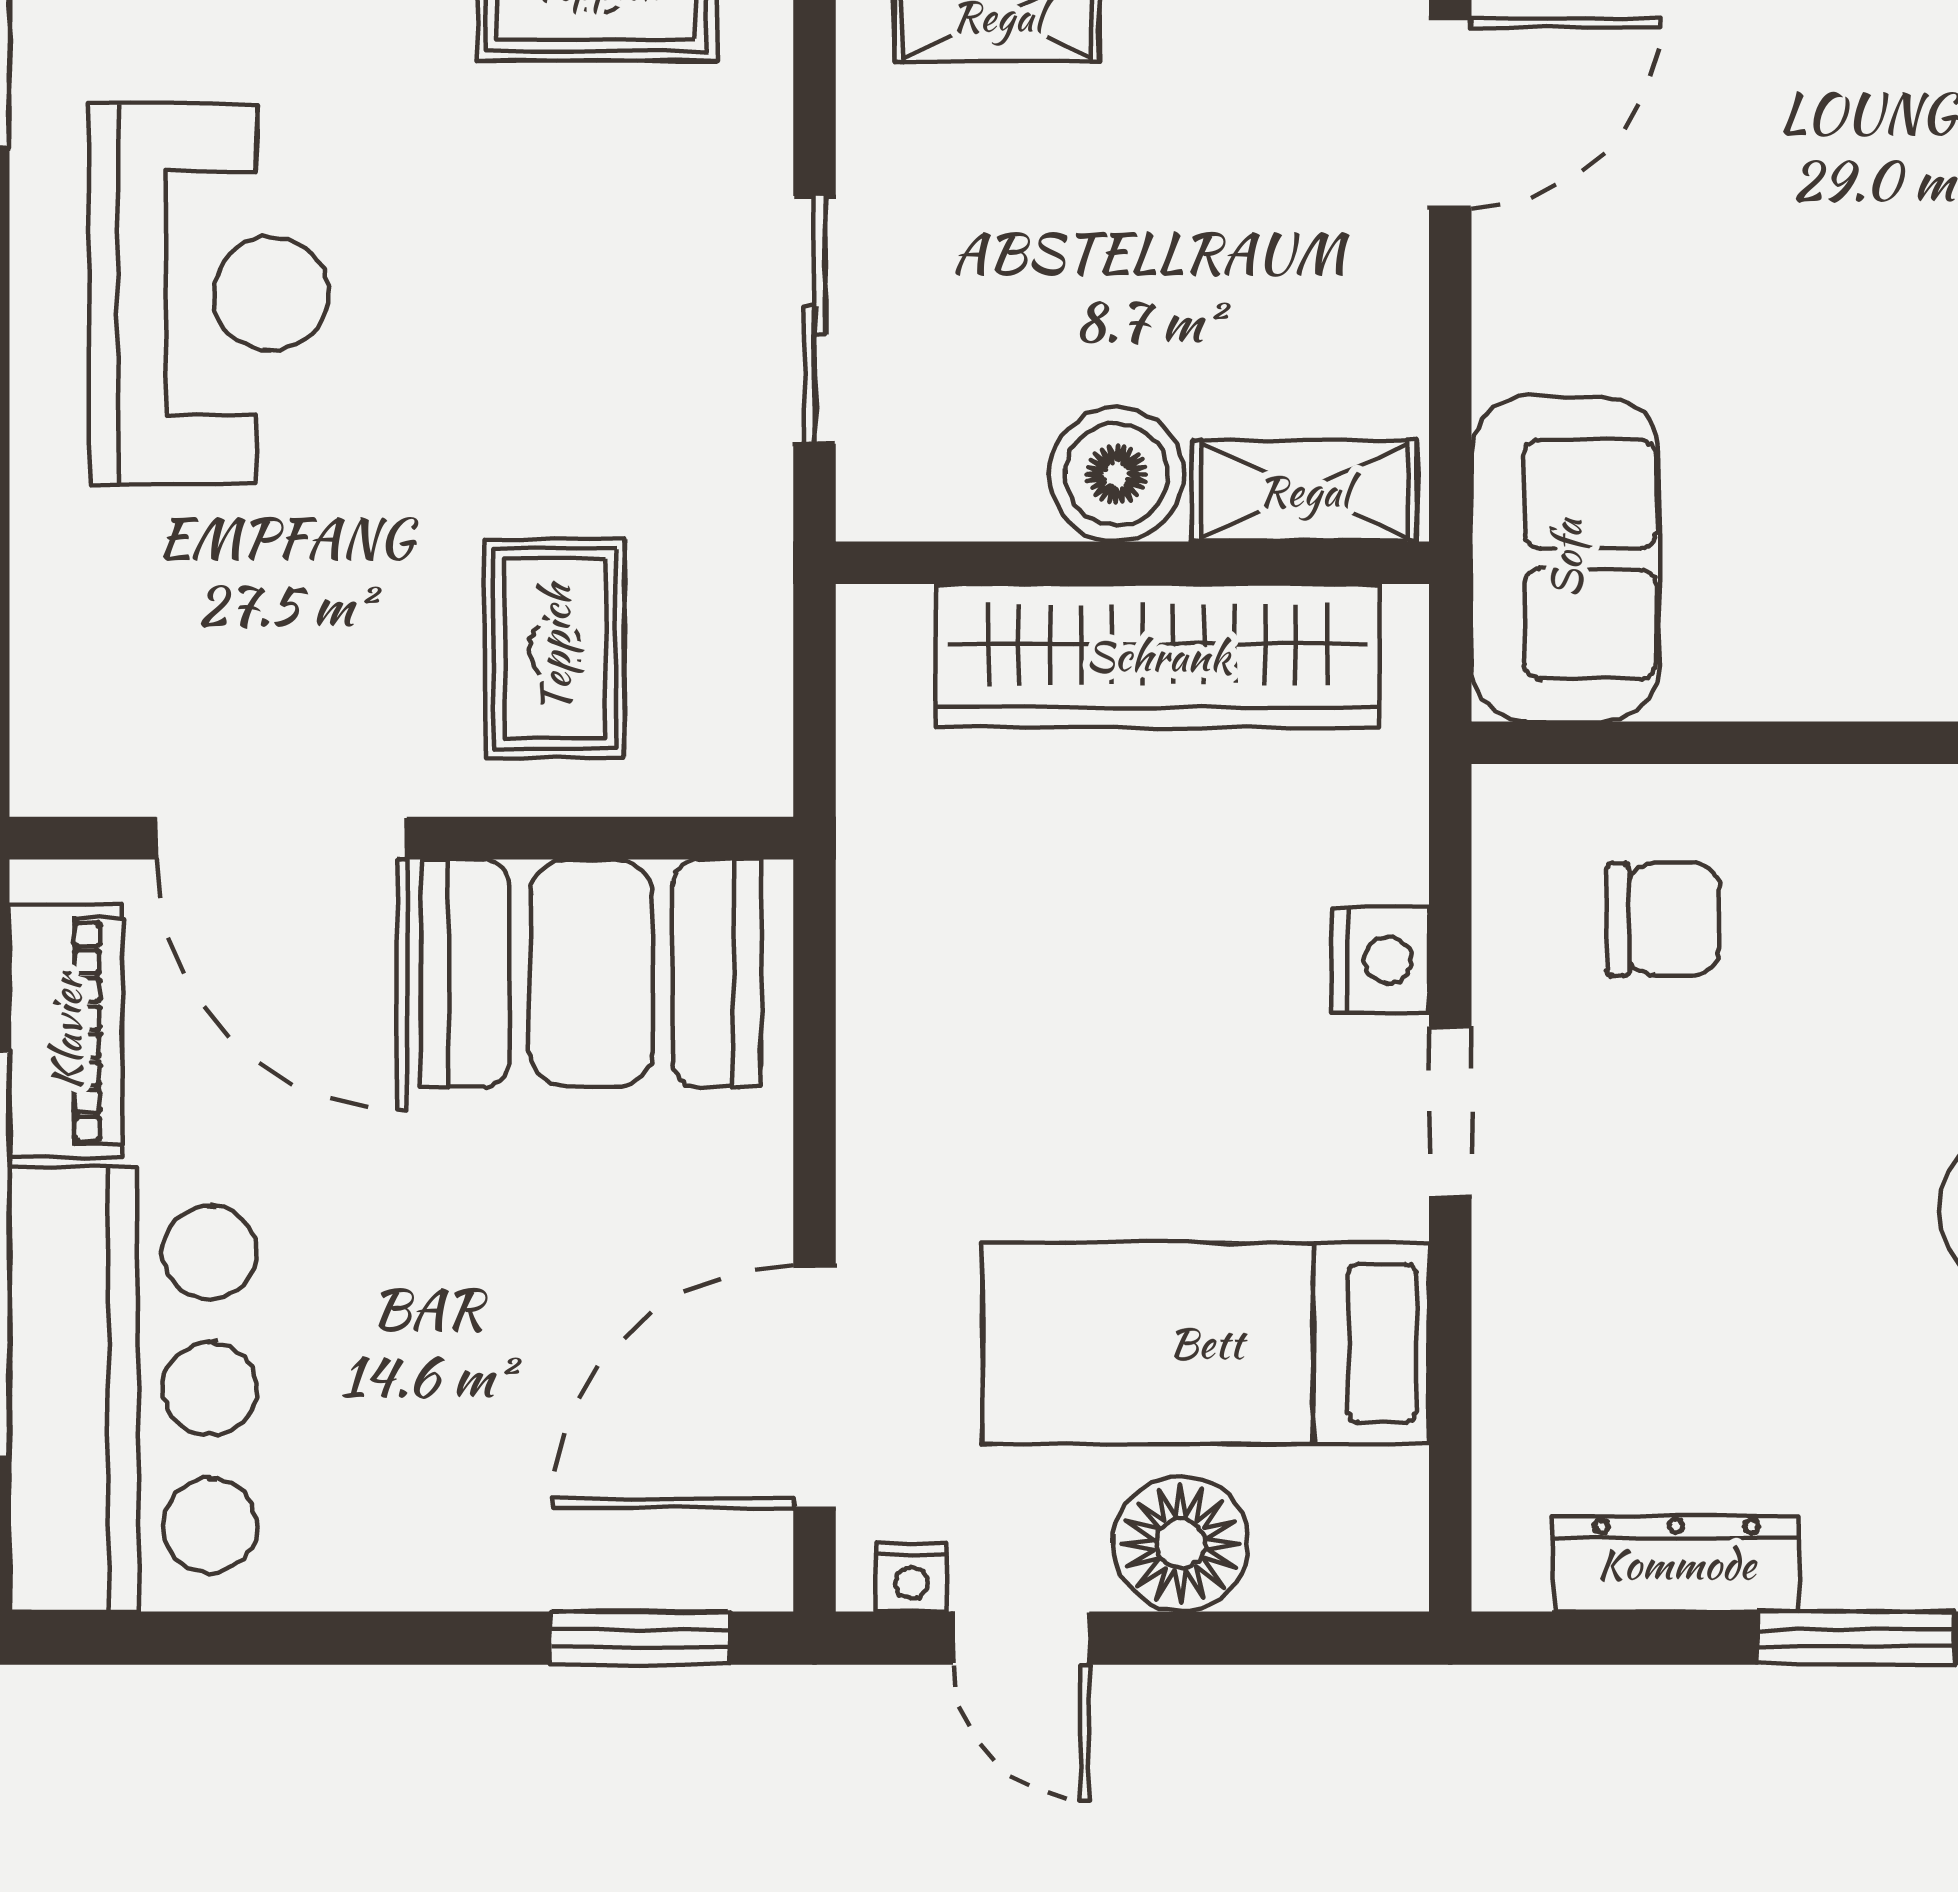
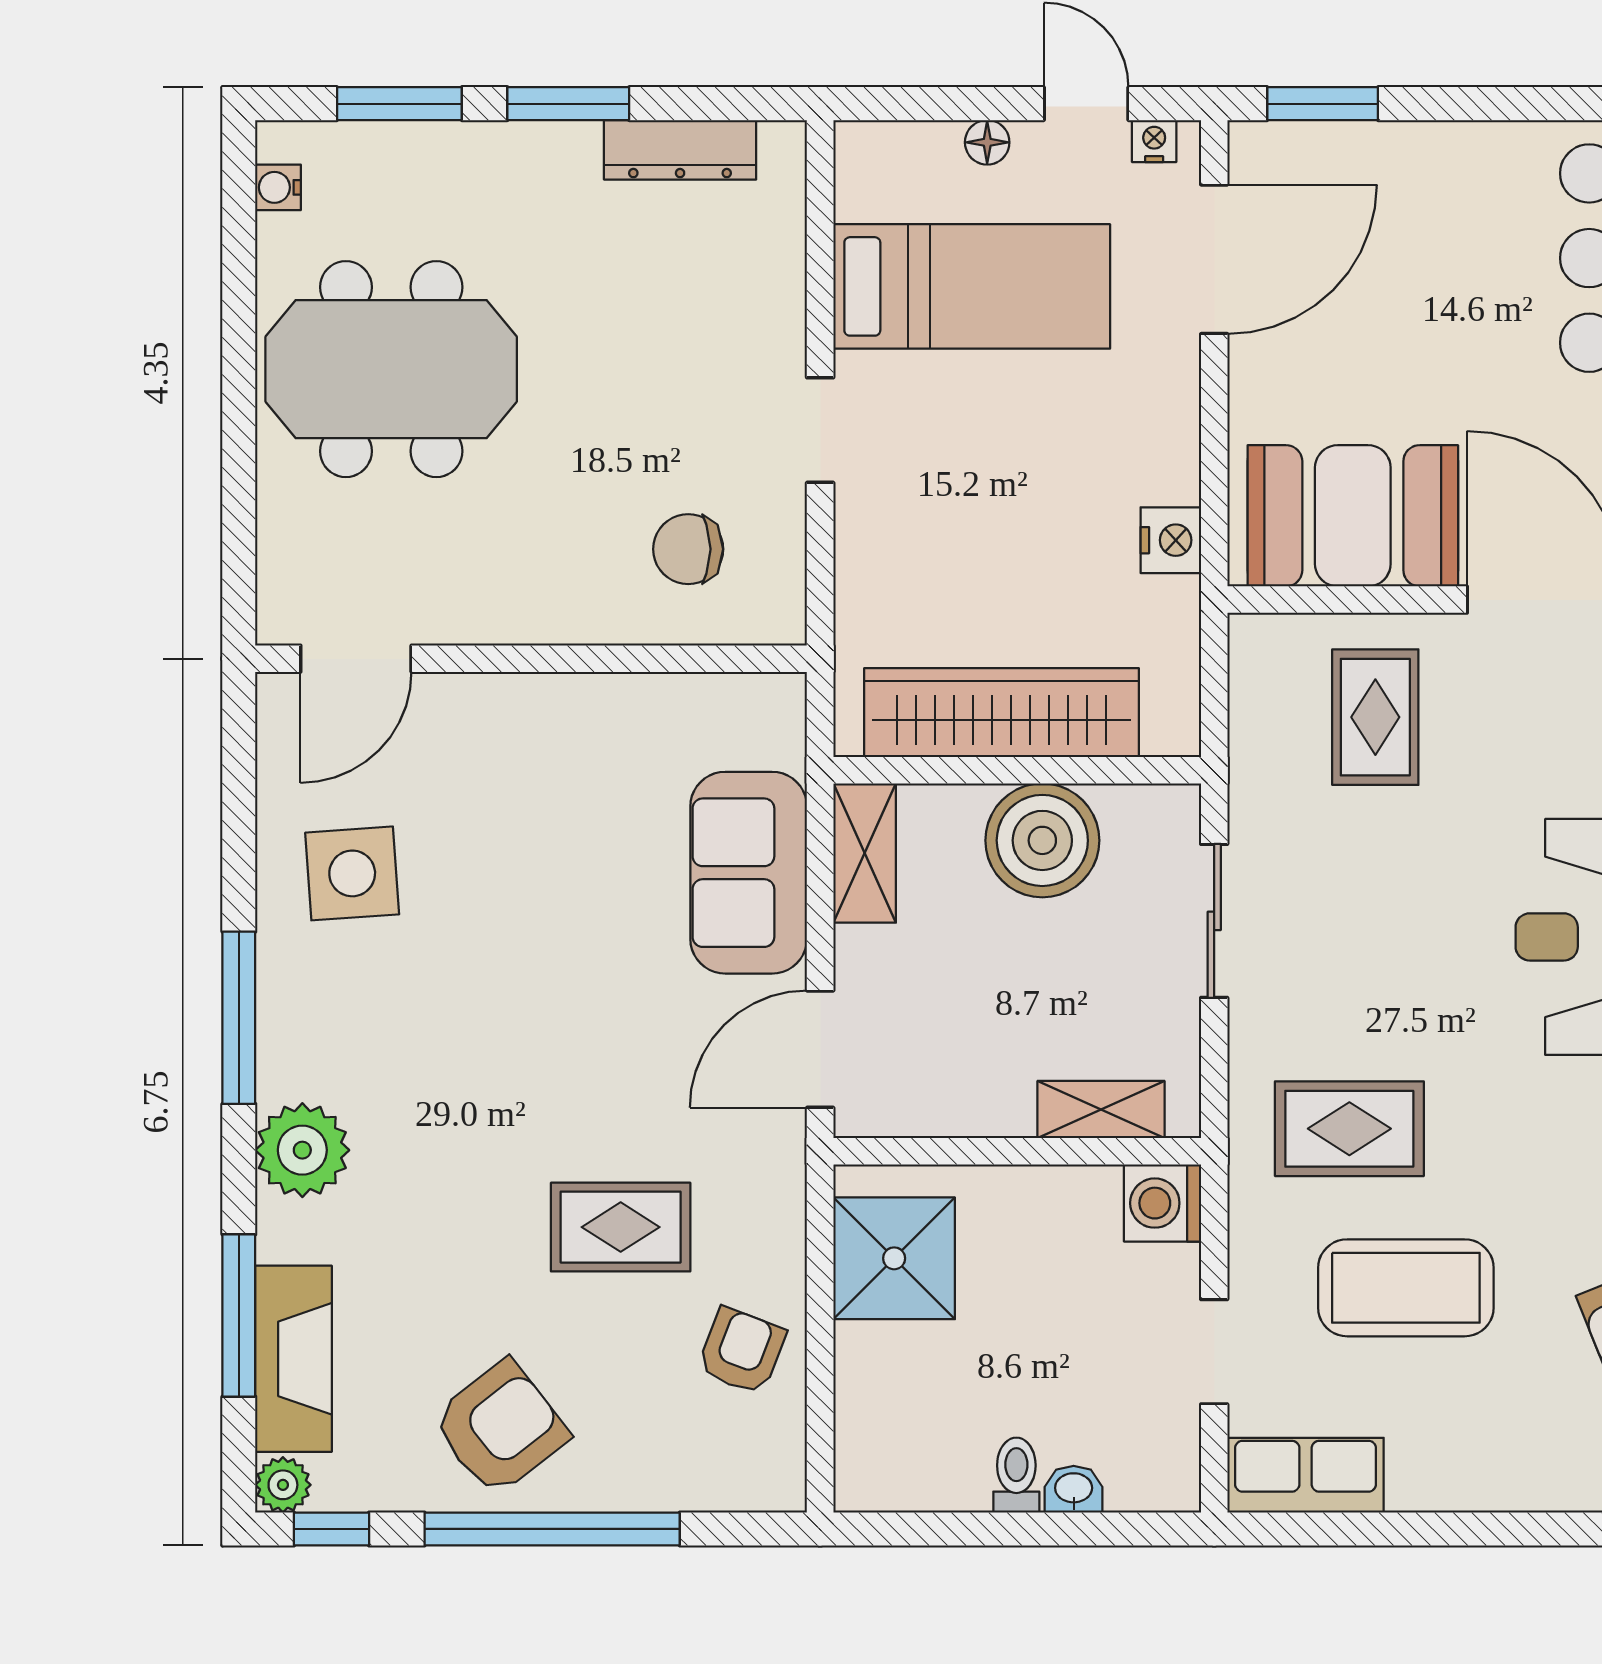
boiler: (1116, 474) -> (1042, 840), width x1.37, depth x1.37
shelving: (1304, 491) -> (865, 853), moved, turned 90
sofa: (1566, 559) -> (749, 873), moved
nightstand: (1380, 960) -> (1171, 540), moved, turned 180
floor lamp: (1181, 1544) -> (987, 142), width x0.53, depth x0.53

